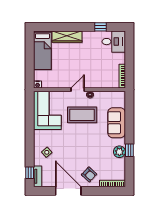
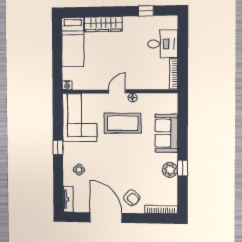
desk: (114, 42) -> (163, 44), moved
window: (30, 173) -> (58, 147), moved

